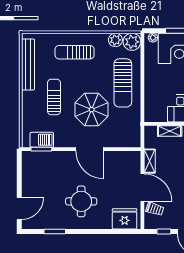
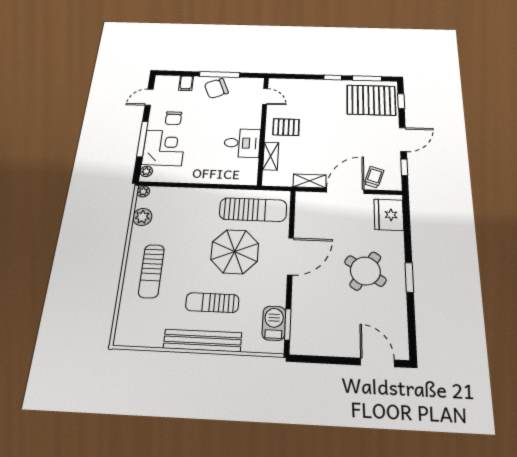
plant: (132, 42) -> (143, 191), width x0.53, depth x0.53
bench: (28, 64) -> (202, 340), moved
sun lounger: (123, 83) -> (253, 210), moved
round table: (81, 201) -> (365, 271), turned 33
window: (55, 231) -> (409, 277), moved

